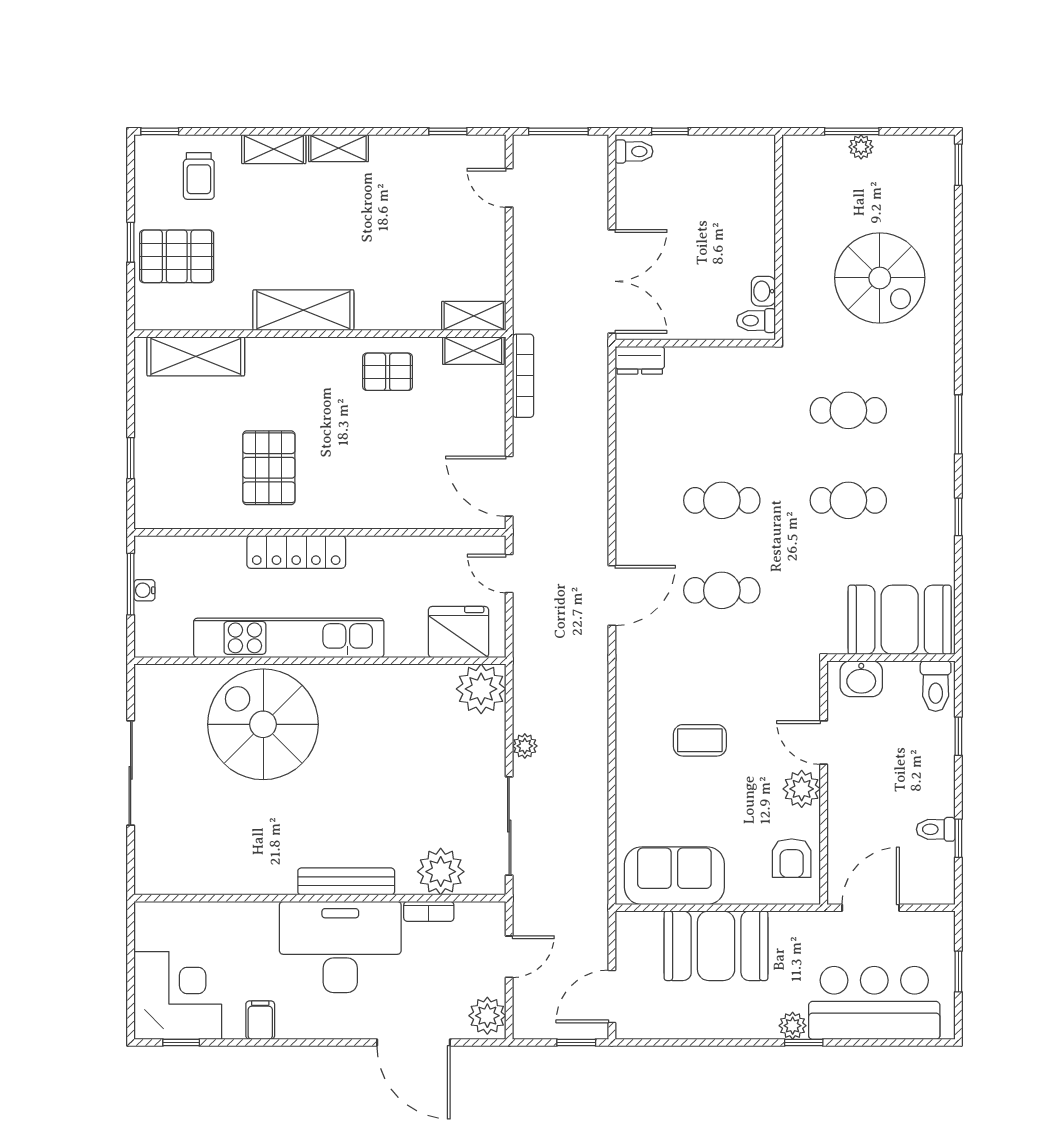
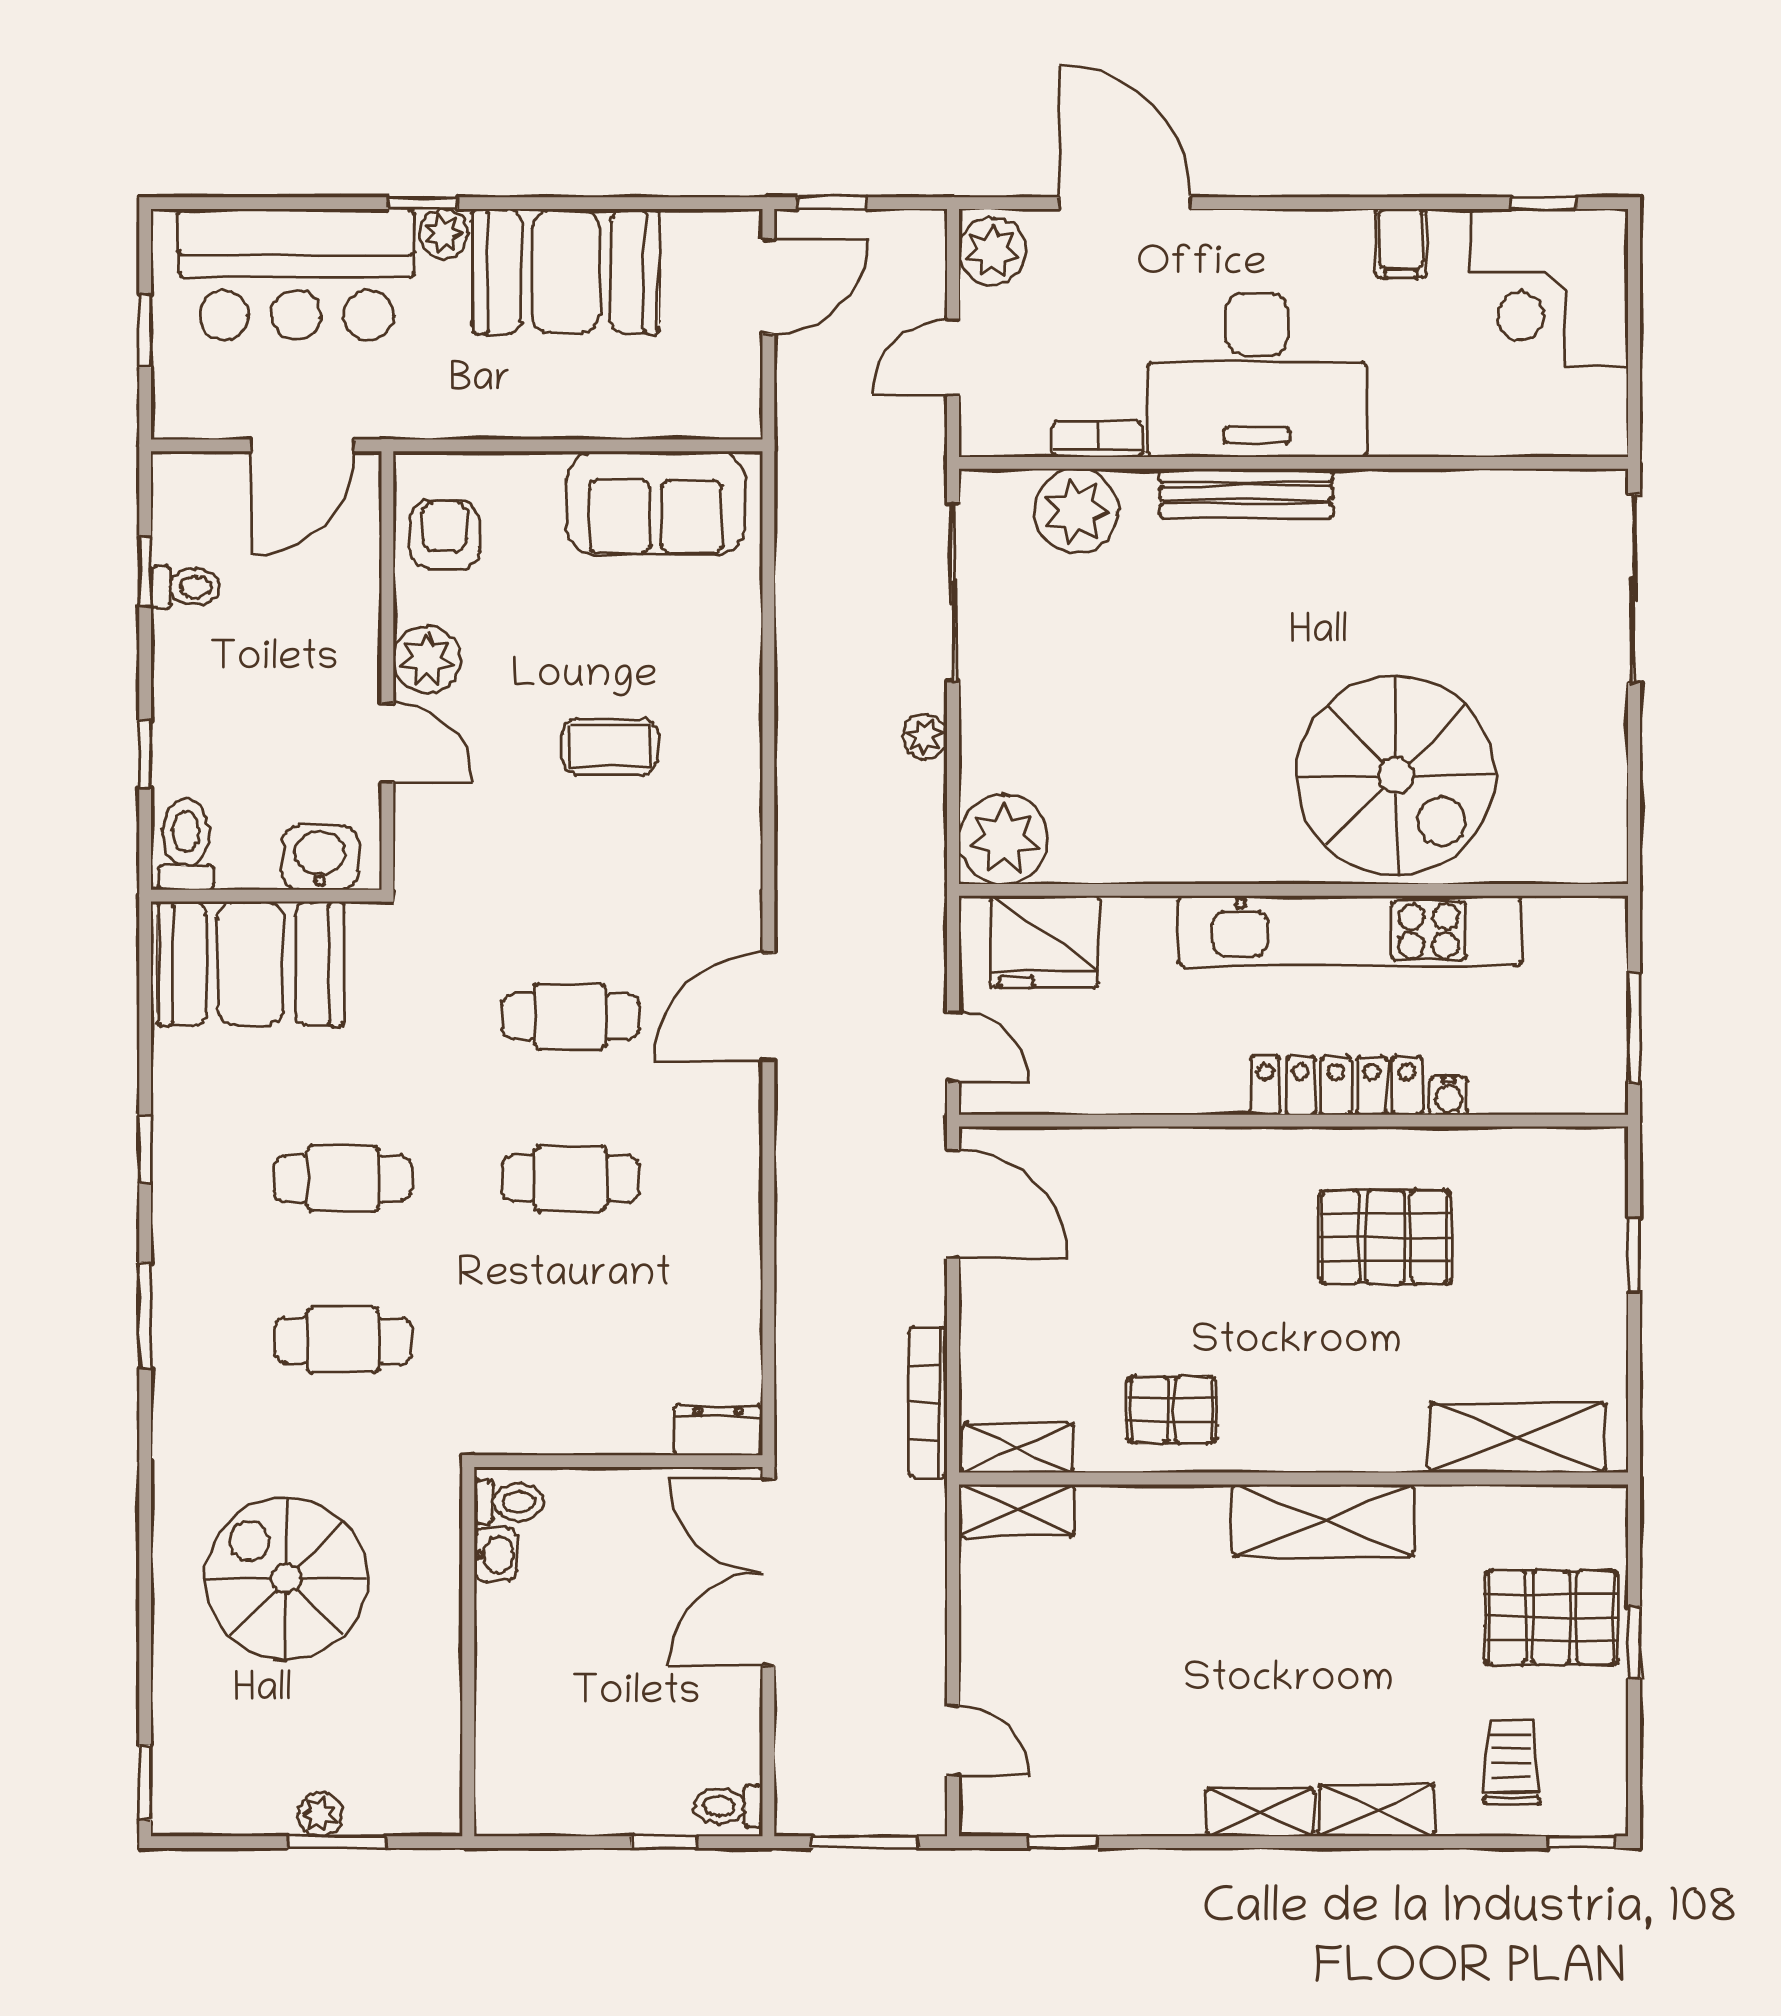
pallet: (269, 468) -> (1385, 1237), turned 90
water cooler: (144, 590) -> (1448, 1096), moved, turned 90
sliding door: (131, 773) -> (1634, 589), moved
booth: (716, 946) -> (566, 271), moved

